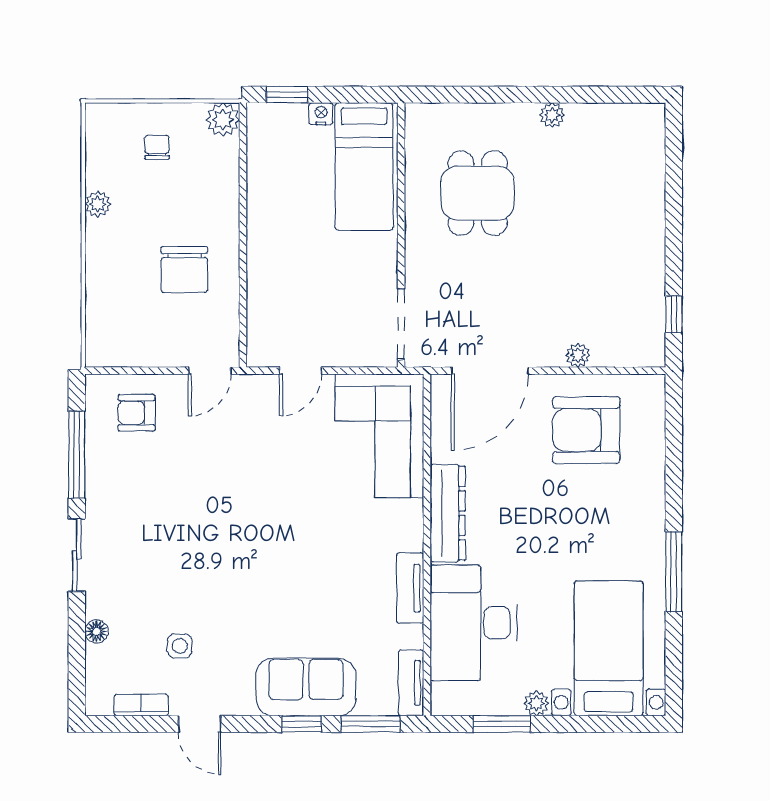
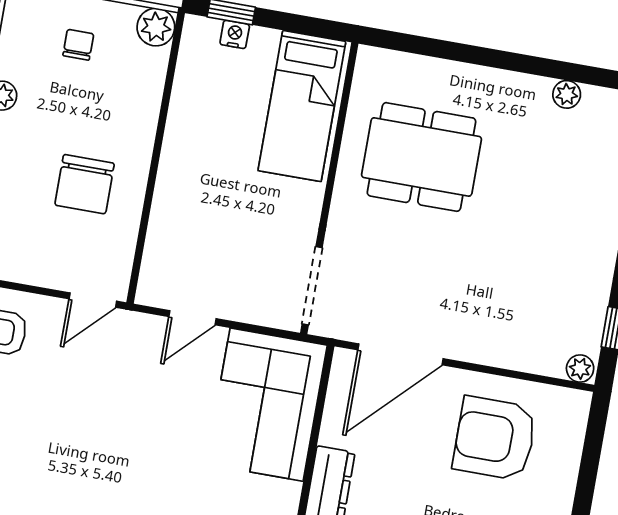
nightstand: (321, 114) -> (235, 34), moved
plant: (552, 115) -> (567, 94), moved
dining table: (478, 193) -> (421, 157), width x1.37
plant: (578, 355) -> (580, 369), moved

